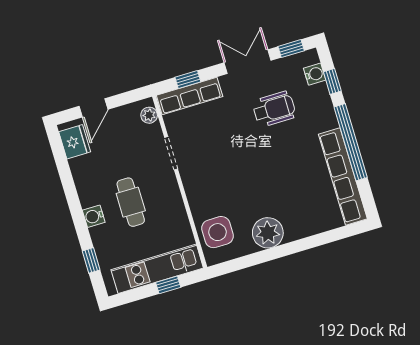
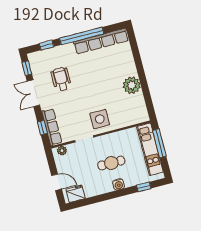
water cooler: (315, 74) -> (42, 55), removed
side table: (217, 232) -> (100, 119), moved
window: (168, 285) -> (159, 143), width x2.17

